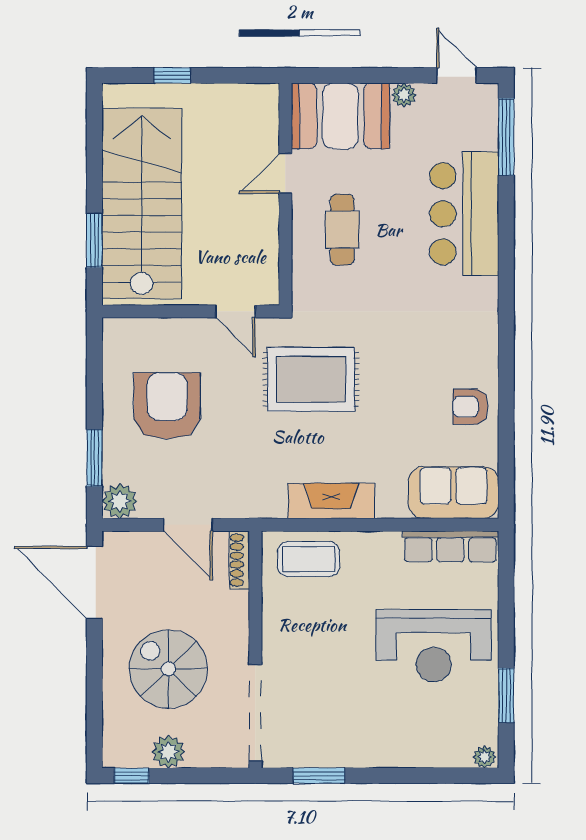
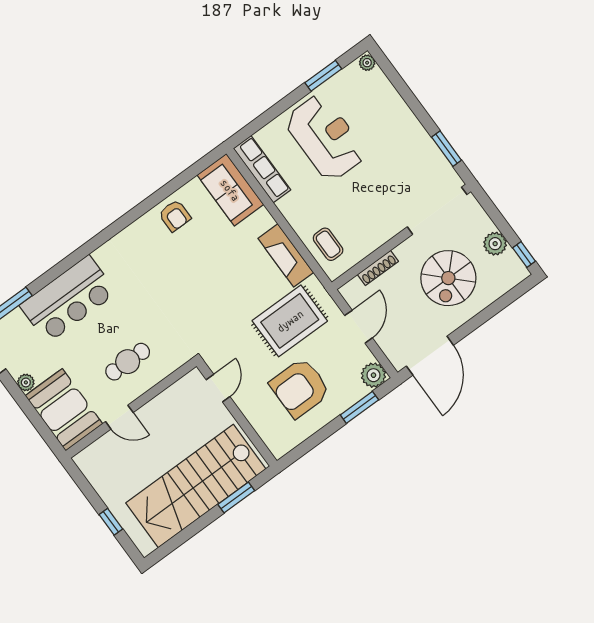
rug: (311, 379) -> (290, 321), moved, turned 90
coffee table: (309, 559) -> (328, 244), width x0.73, depth x0.77
shoe rack: (239, 560) -> (378, 268), moved

